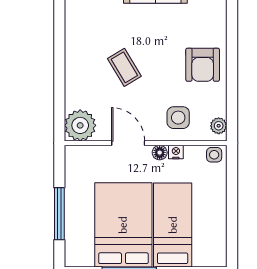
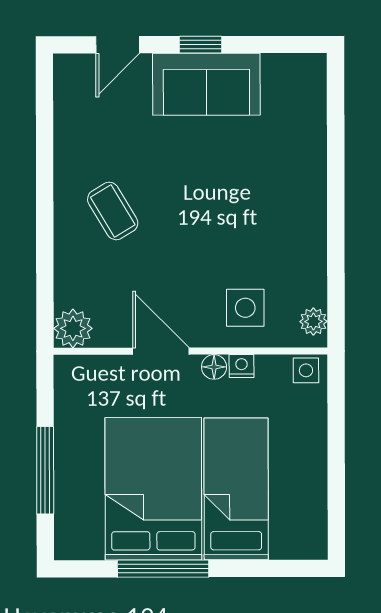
armchair: (203, 65) -> (286, 219), removed
coffee table: (124, 67) -> (113, 211), moved
plant: (80, 125) -> (73, 328), width x0.73, depth x0.73

